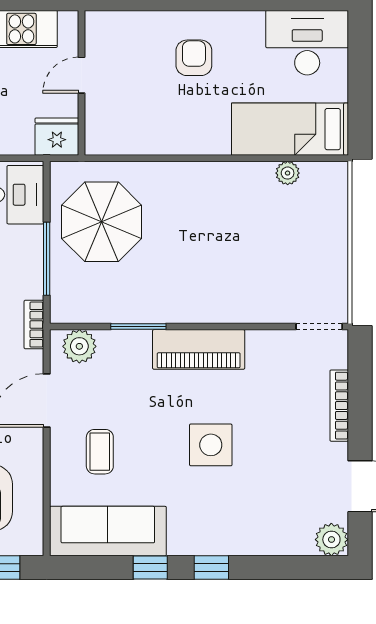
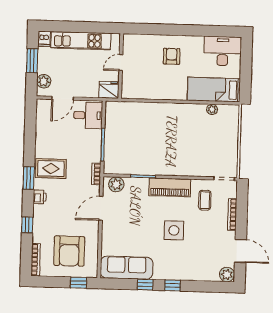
parasol: (102, 222) -> (128, 129), removed
coffee table: (100, 452) -> (205, 200), moved

